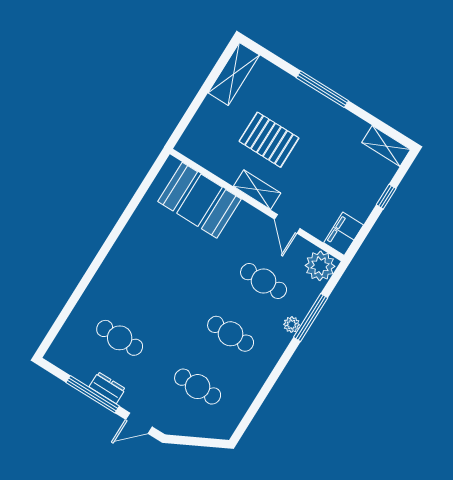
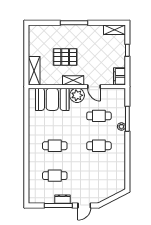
shelving: (234, 74) -> (34, 71), moved
plant: (320, 266) -> (77, 95), moved
cafe table: (198, 387) -> (55, 146), moved

